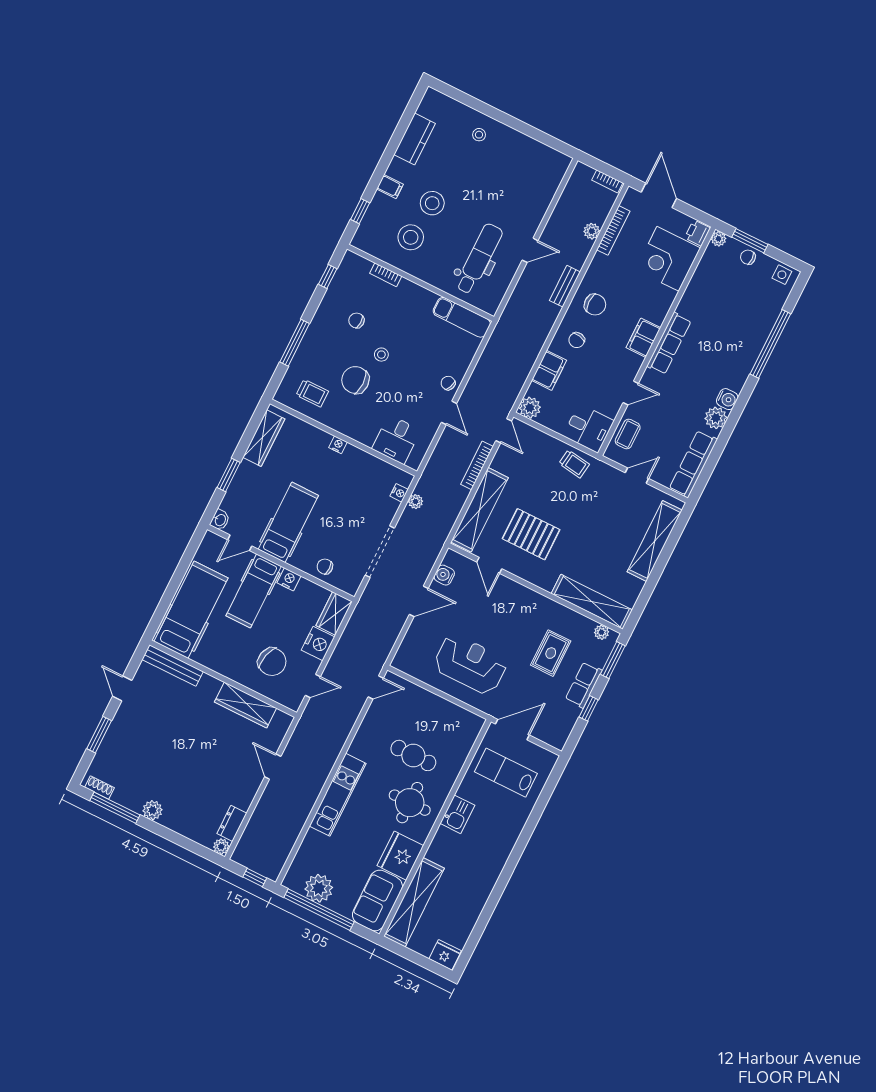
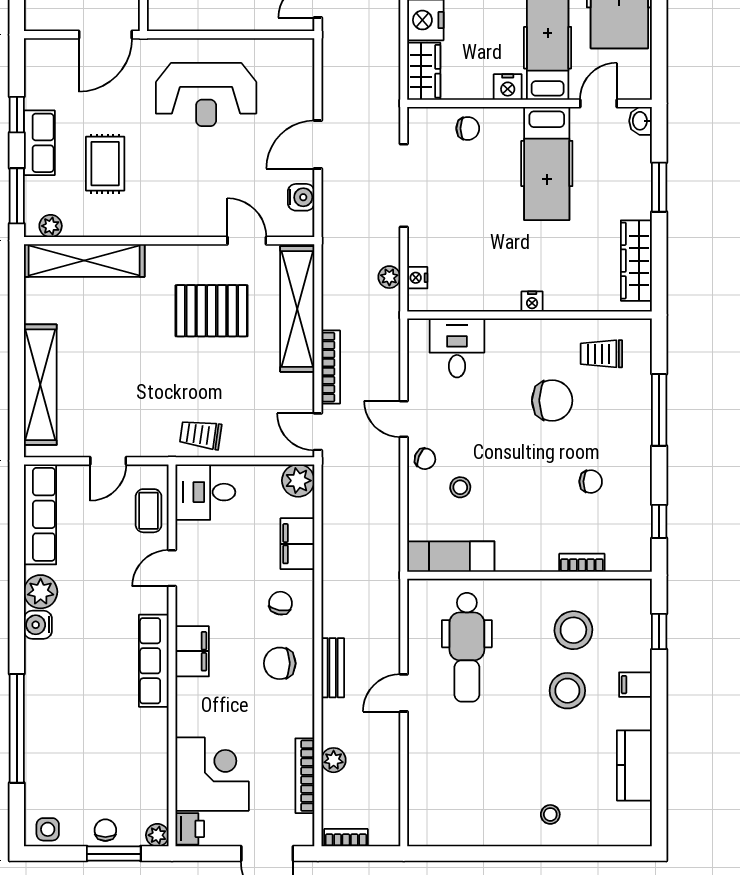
chair: (748, 257) -> (105, 830), turned -90
stool: (381, 355) -> (460, 487), moved

